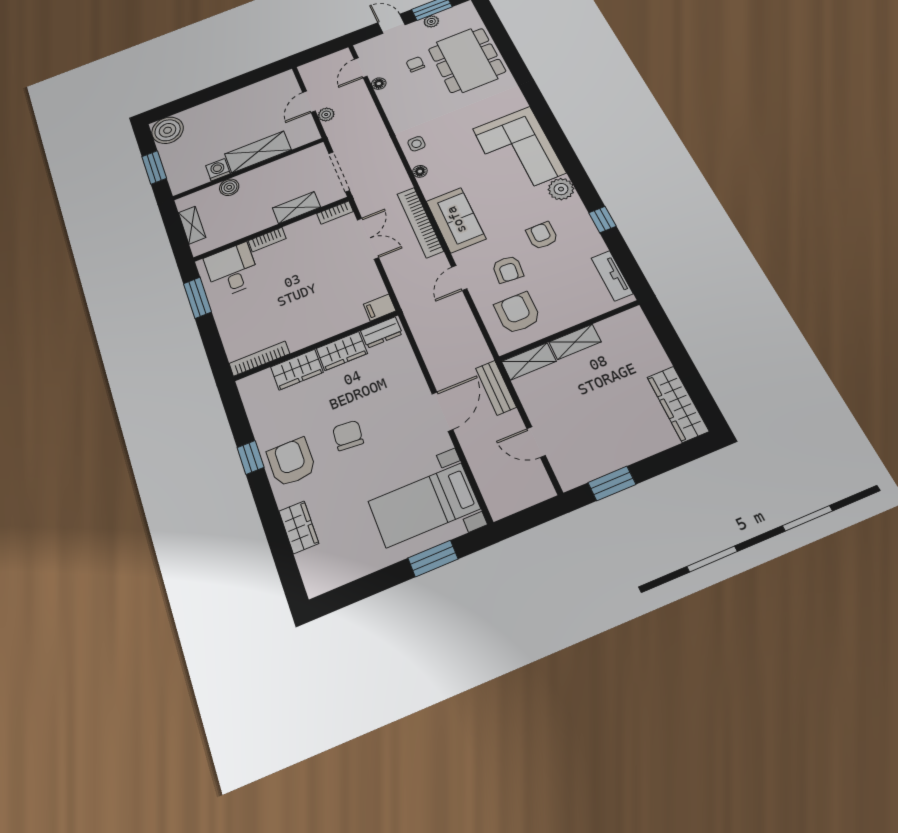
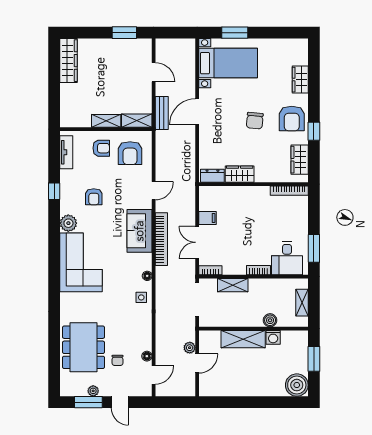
armchair: (508, 269) -> (101, 148), moved, turned 85
filing cabinet: (380, 308) -> (207, 218), moved
wardrobe: (297, 370) -> (300, 160), moved, turned -90

